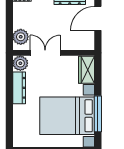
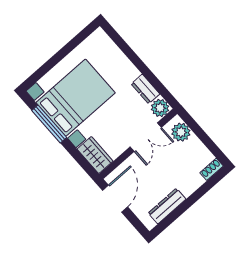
door: (98, 18) -> (115, 199), moved
dresser: (19, 88) -> (145, 89), width x0.70

